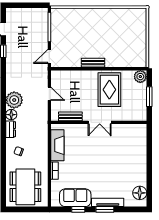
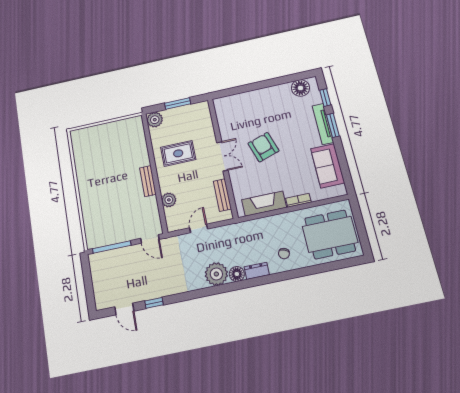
plant: (75, 76) -> (169, 200), added
rug: (109, 90) -> (178, 153), width x0.73, depth x0.70
armchair: (100, 154) -> (263, 147), added
window: (78, 209) -> (325, 97), moved

